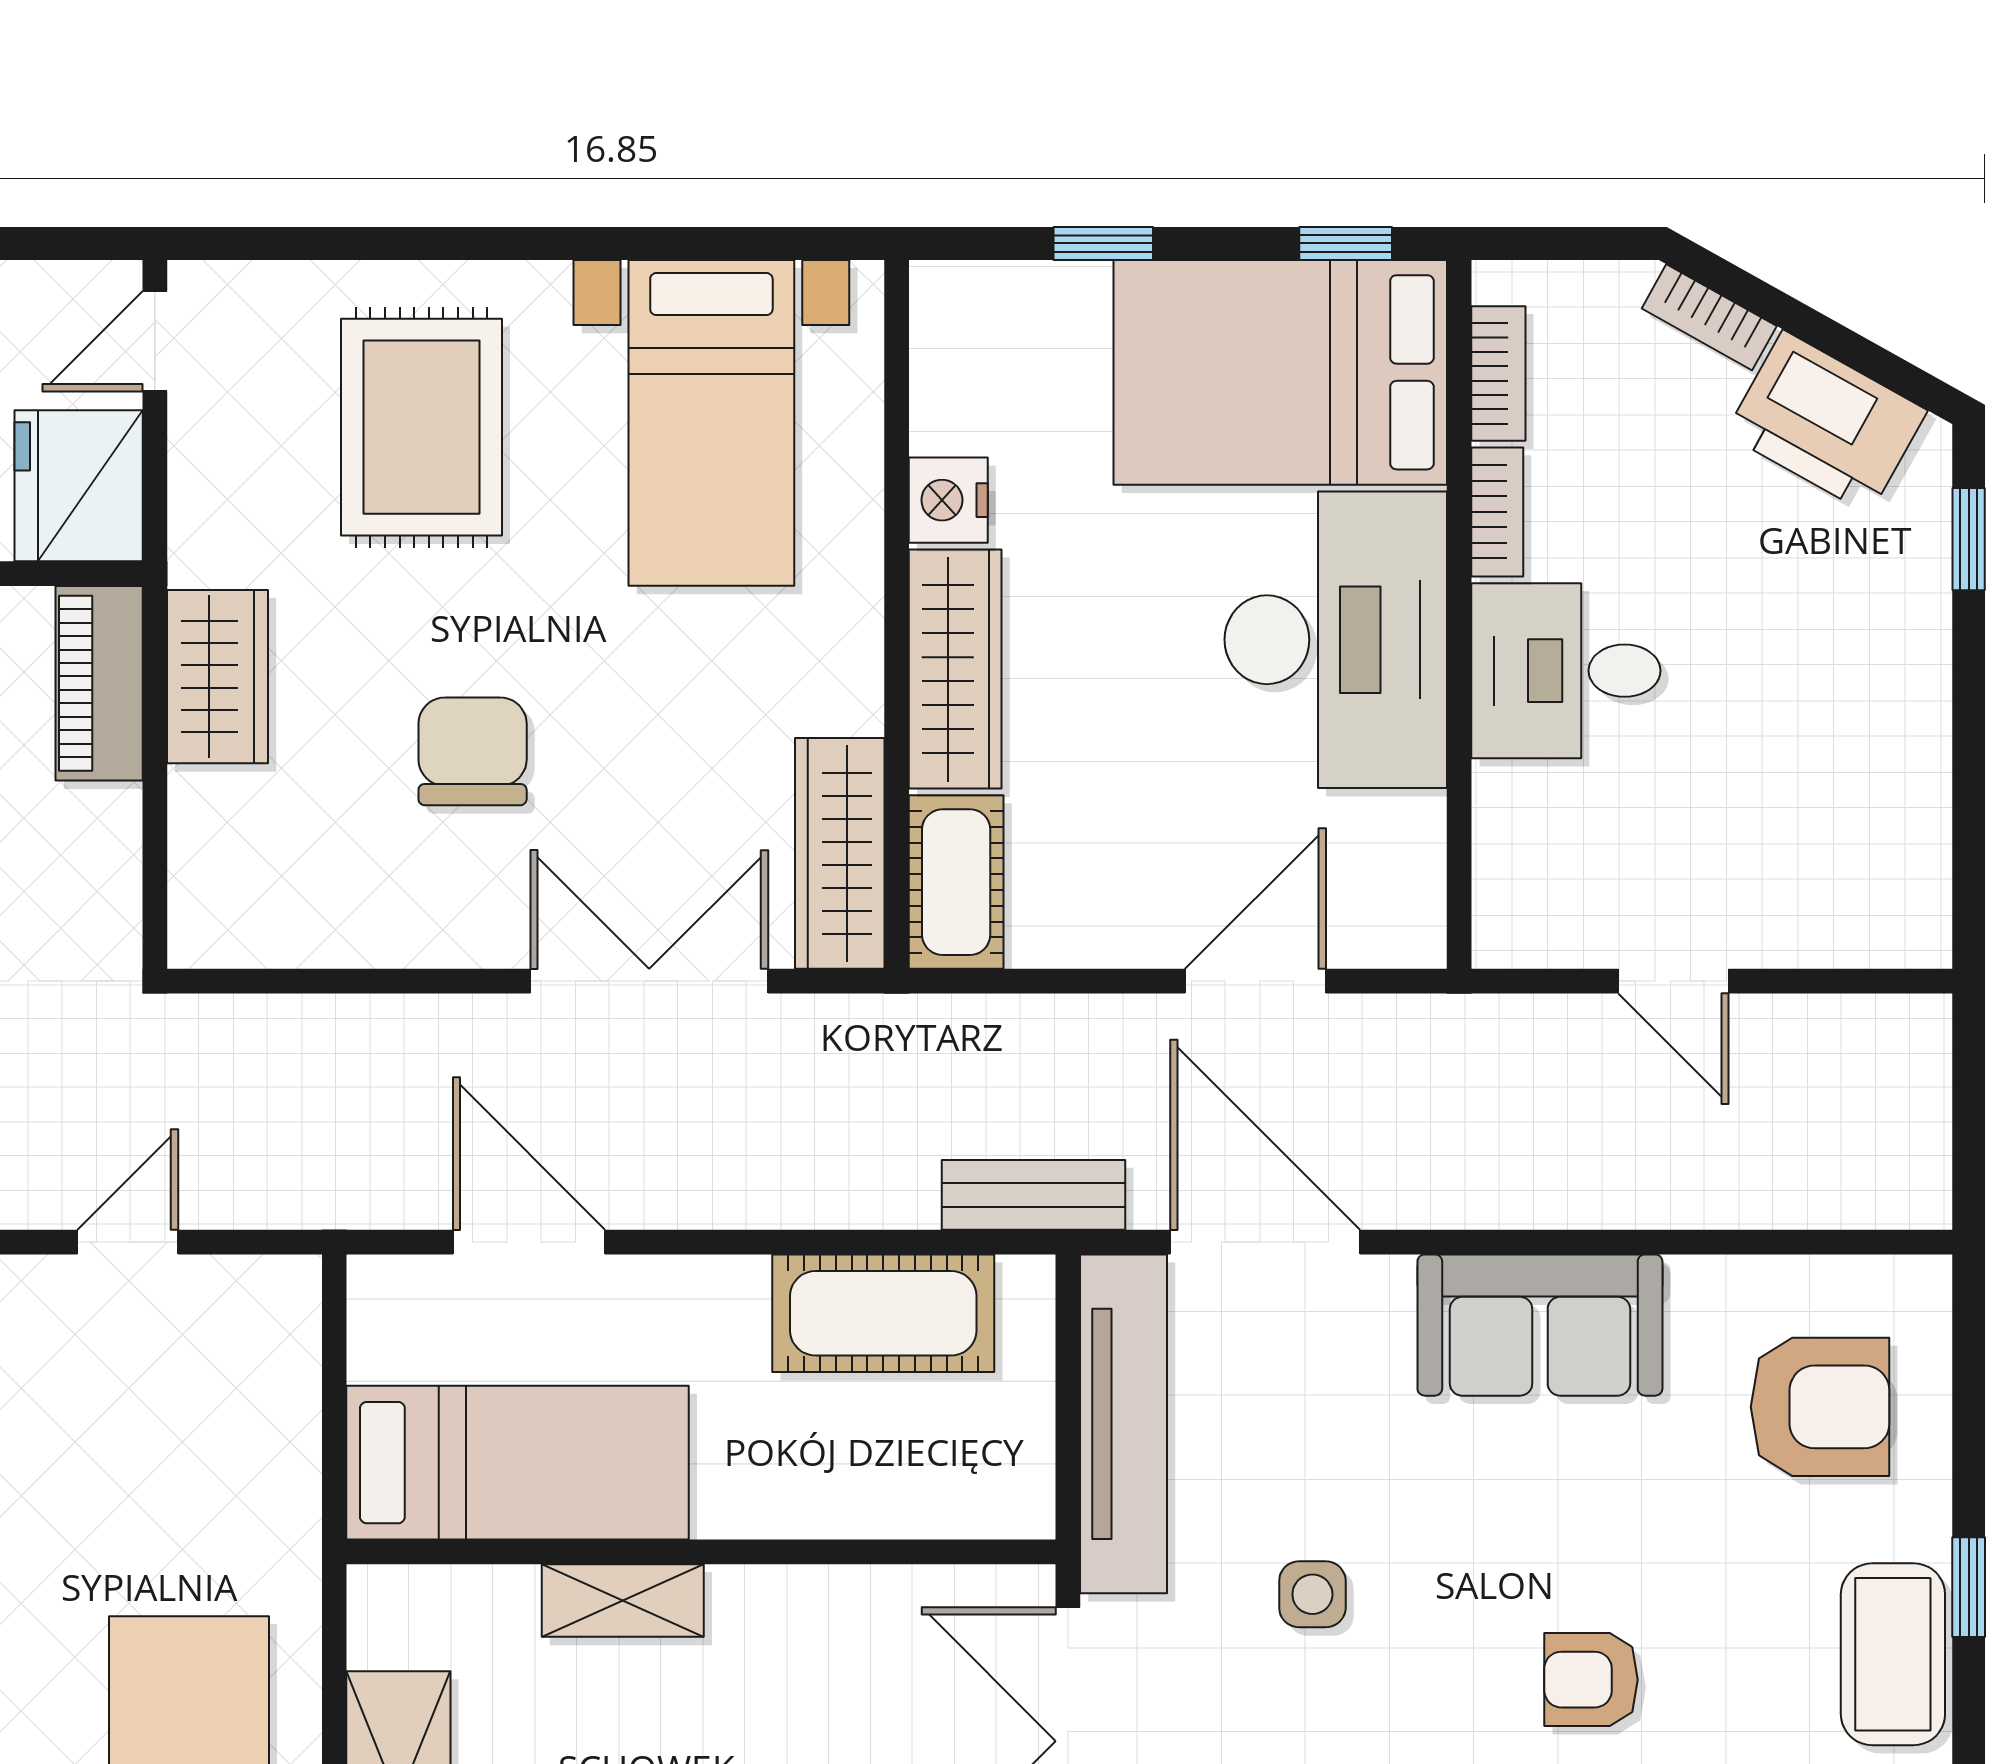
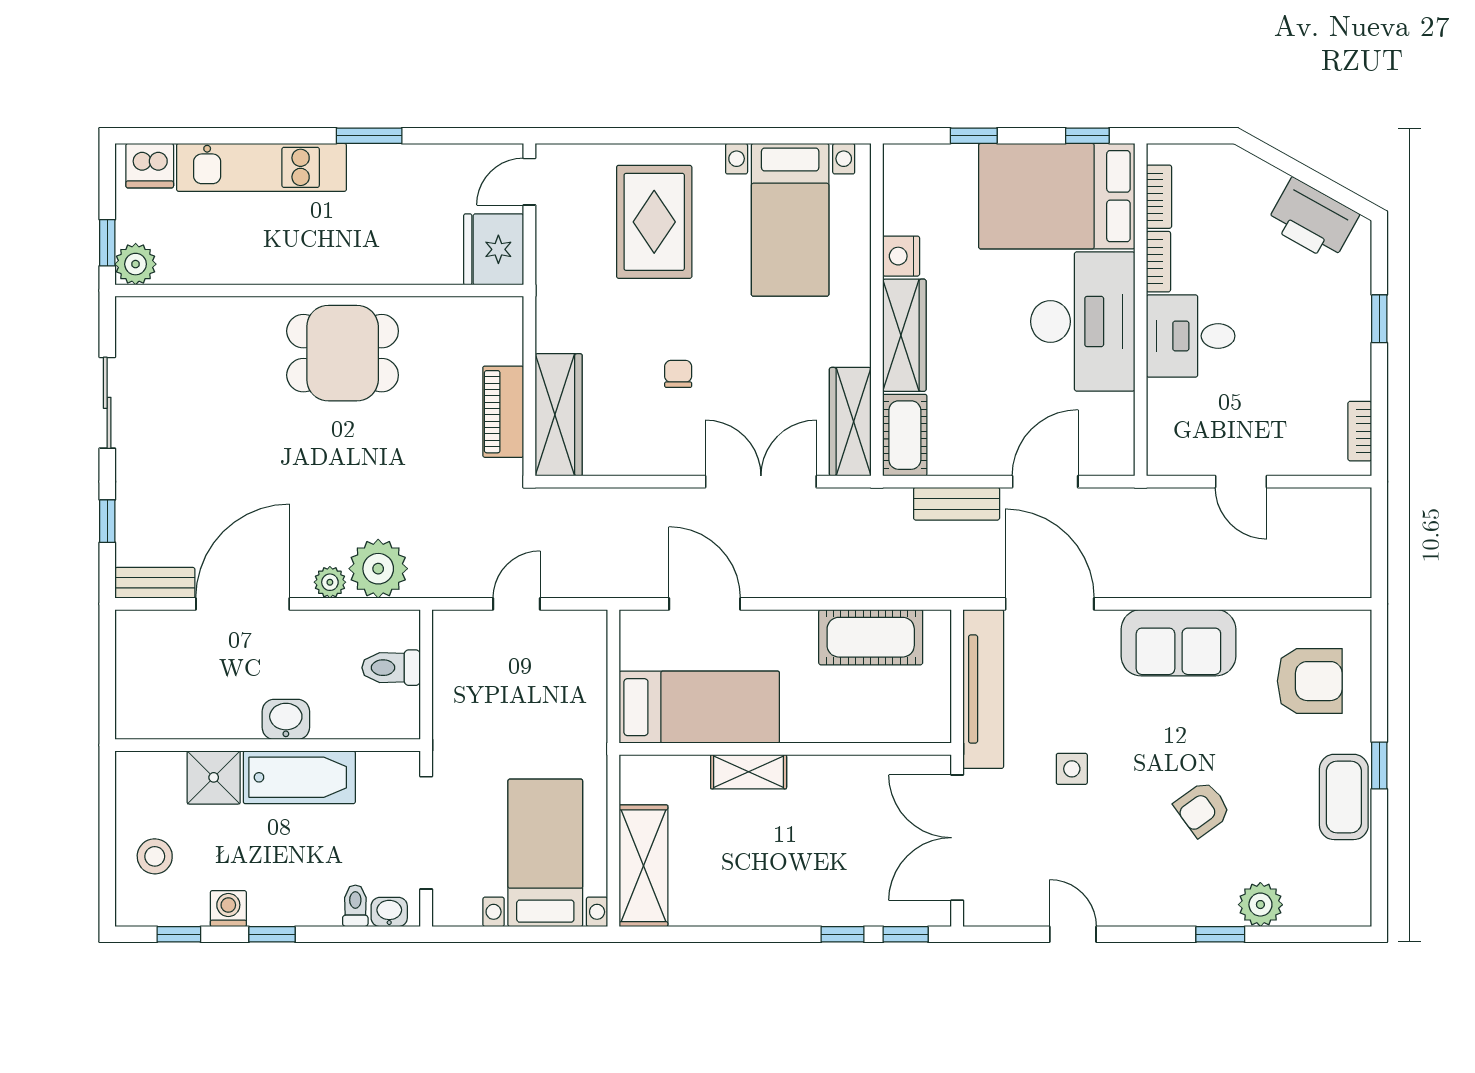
bookcase: (1709, 317) -> (1360, 431), moved, turned 61
window: (1969, 539) -> (1379, 319), moved
wardrobe: (218, 677) -> (559, 415), moved, width x1.50
piano: (99, 683) -> (503, 412), moved
chair: (473, 751) -> (678, 374), width x0.54, depth x0.54
bench: (1033, 1195) -> (957, 504), moved
armchair: (1591, 1680) -> (1202, 809), turned -36

